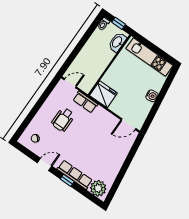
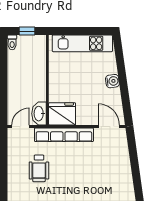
washbasin: (117, 42) -> (39, 114), moved
row of seats: (85, 102) -> (64, 135), width x2.02
door: (128, 124) -> (109, 127), swing flipped

